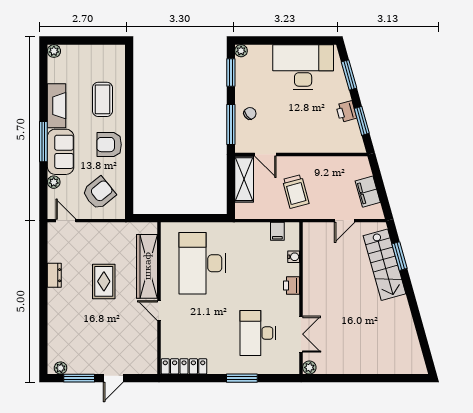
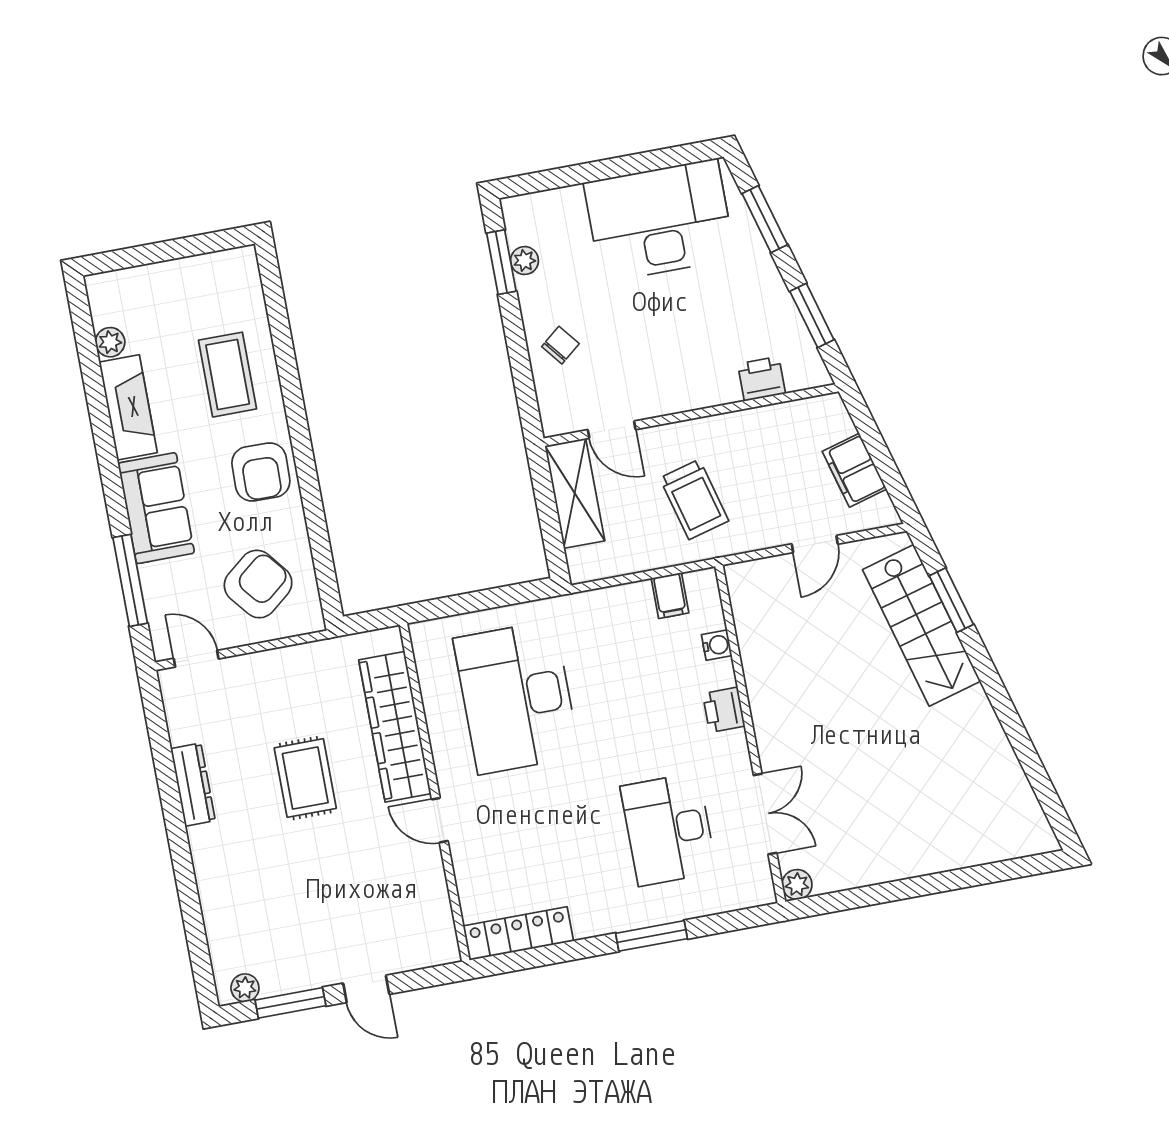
plant: (54, 51) -> (110, 342), moved
plant: (241, 51) -> (525, 261), moved
printer: (346, 112) -> (761, 379), moved, turned 106
window: (231, 124) -> (523, 377), removed
window: (43, 142) -> (130, 580), moved
armchair: (109, 145) -> (261, 472), turned -89
plant: (54, 182) -> (153, 578), removed
dresser: (54, 275) -> (193, 785), width x1.44
door: (113, 378) -> (366, 989), hinge flipped

